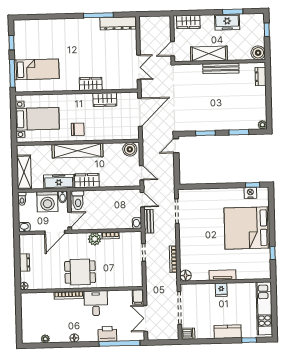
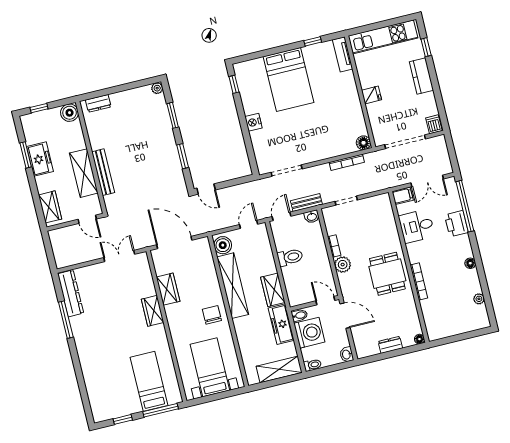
bench: (221, 68) -> (103, 172), moved
shelving: (78, 151) -> (233, 286), moved
nightstand: (250, 193) -> (253, 122), moved
toilet: (78, 200) -> (290, 257), moved
bed: (247, 228) -> (289, 80), width x0.73
tv unit: (222, 275) -> (343, 54), moved
desk: (96, 303) -> (417, 226), moved

